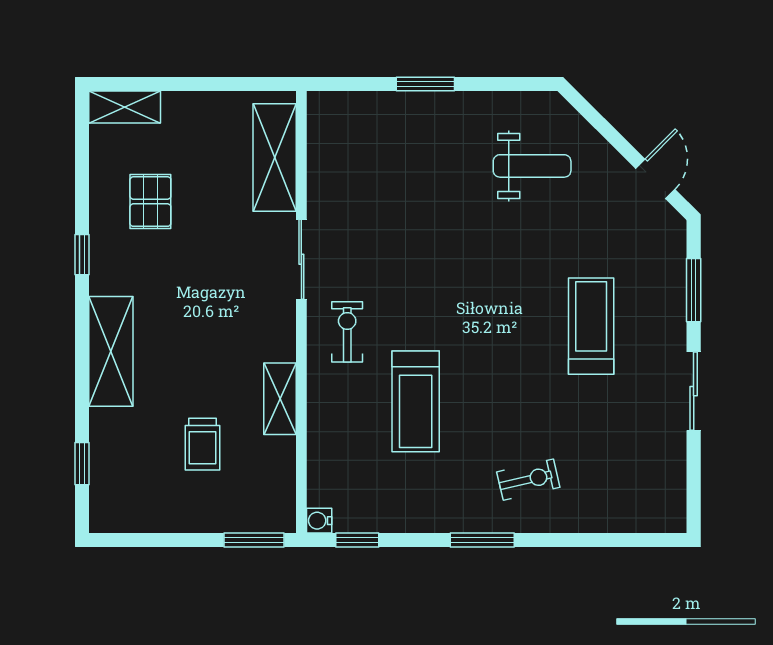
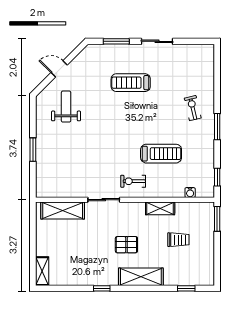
door: (655, 179) -> (59, 69), moved
pallet: (150, 202) -> (126, 245), moved
water cooler: (319, 521) -> (190, 193), moved

